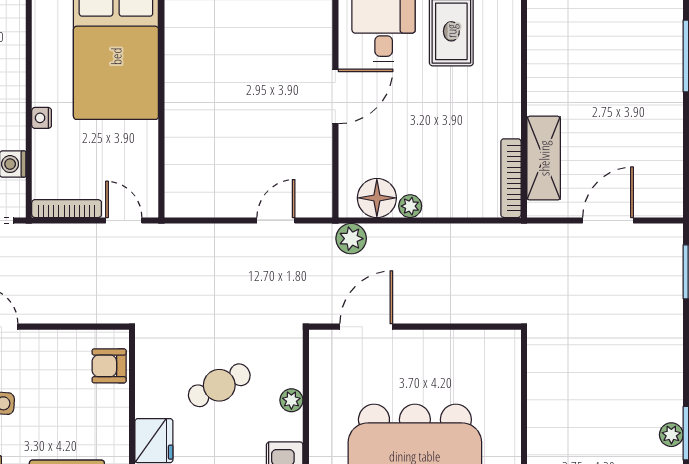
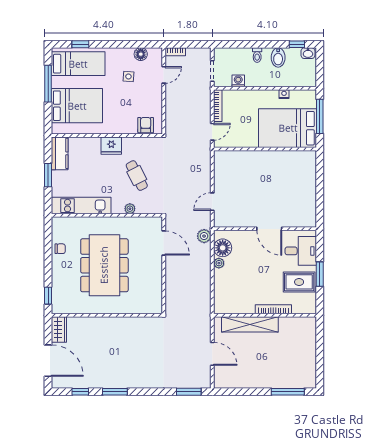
nightstand: (42, 118) -> (284, 94), moved
shelving: (544, 158) -> (250, 324), width x1.47
bookcase: (511, 178) -> (273, 309), moved
door: (276, 220) -> (212, 202), swing flipped
plant: (671, 435) -> (114, 383), removed

